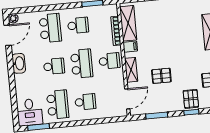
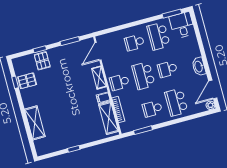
pallet: (161, 76) -> (72, 77), removed

